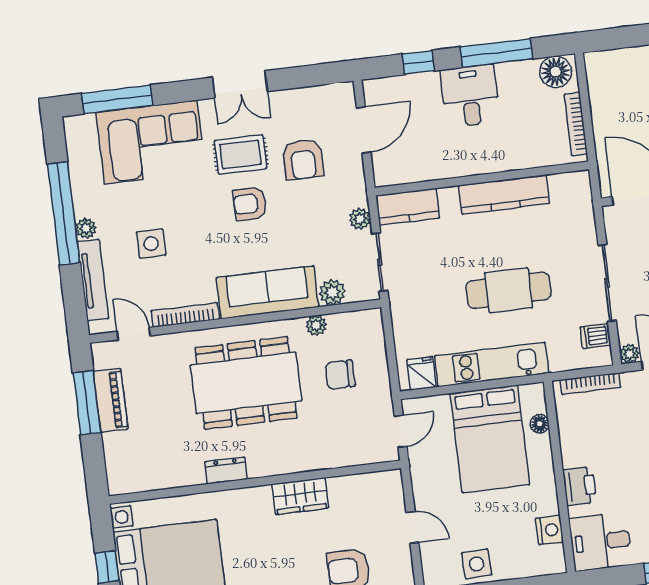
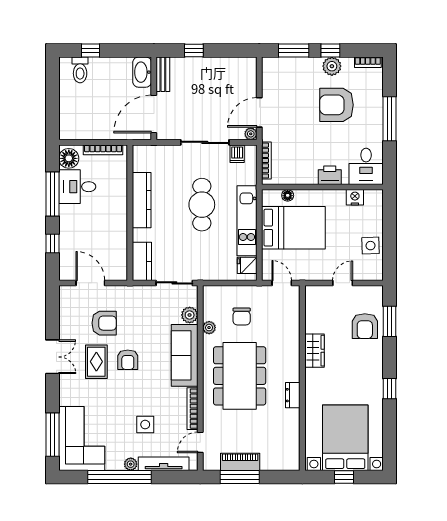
desk: (470, 96) -> (77, 187), moved
corner sofa: (151, 142) -> (82, 439), moved
plant: (360, 219) -> (146, 292), removed

